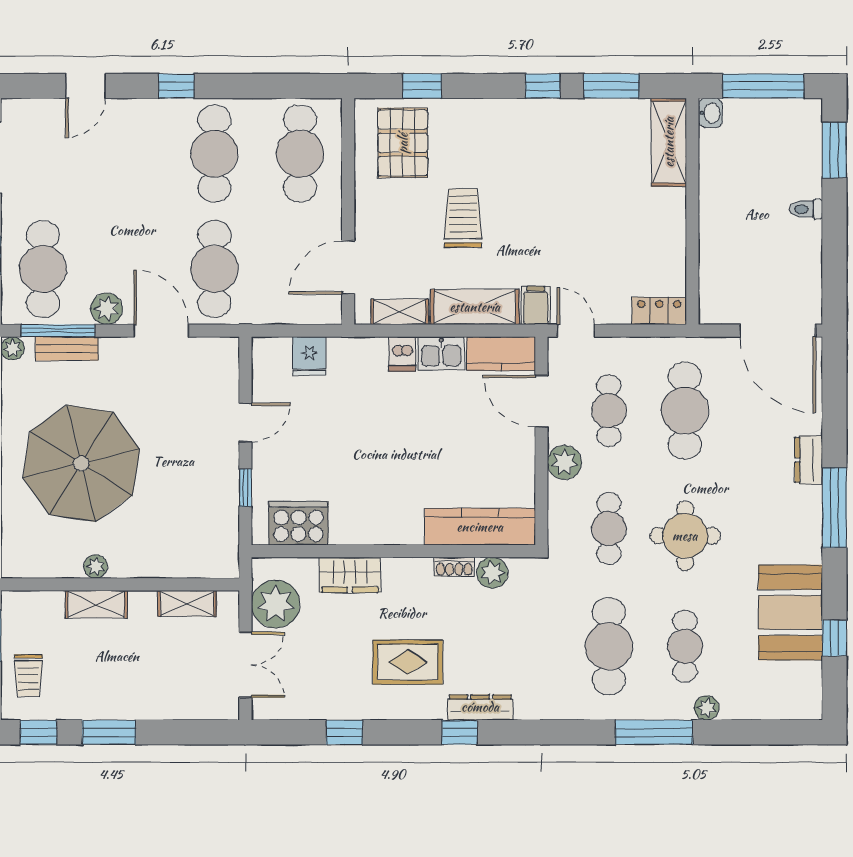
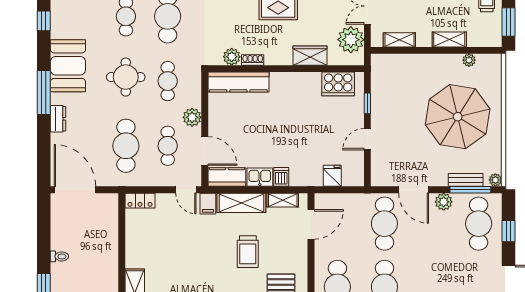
plant: (96, 567) -> (469, 60), moved
booth: (790, 613) -> (68, 66), moved

